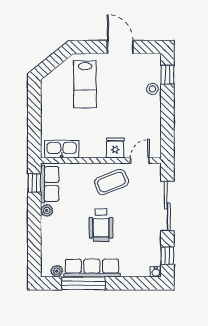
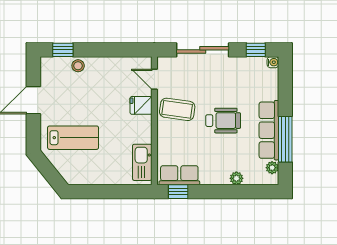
coffee table: (111, 182) -> (177, 109), turned -61
plant: (47, 210) -> (236, 178), moved

